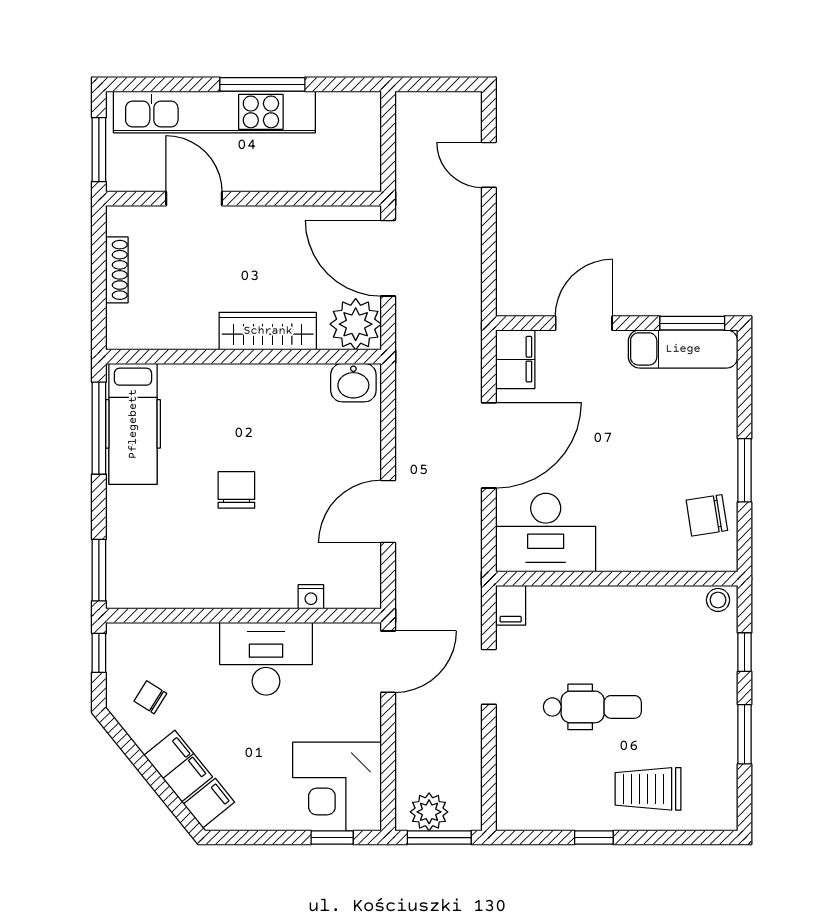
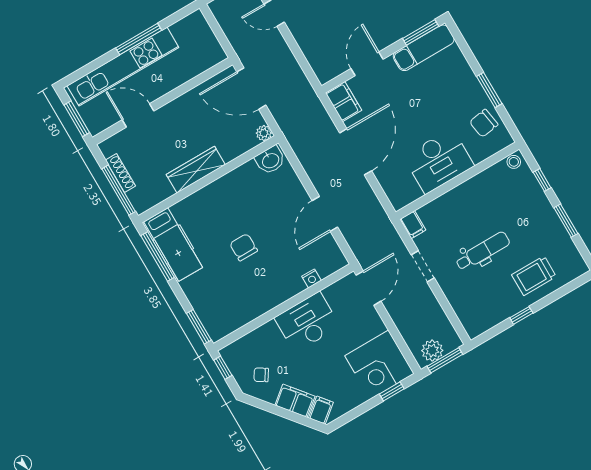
window: (99, 294) -> (119, 190), added
plant: (356, 324) -> (264, 133), width x0.53, depth x0.53
wardrobe: (268, 331) -> (196, 170), moved
desk: (546, 533) -> (439, 161), moved

